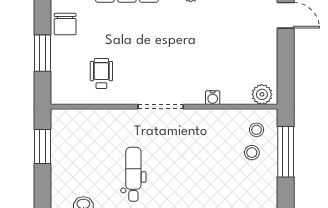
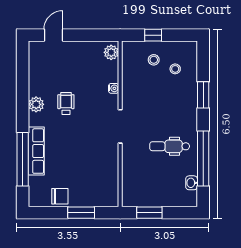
wheelchair: (101, 74) -> (66, 103), moved, turned 90
stool: (257, 130) -> (175, 69), moved
window: (286, 152) -> (153, 35), width x0.46

